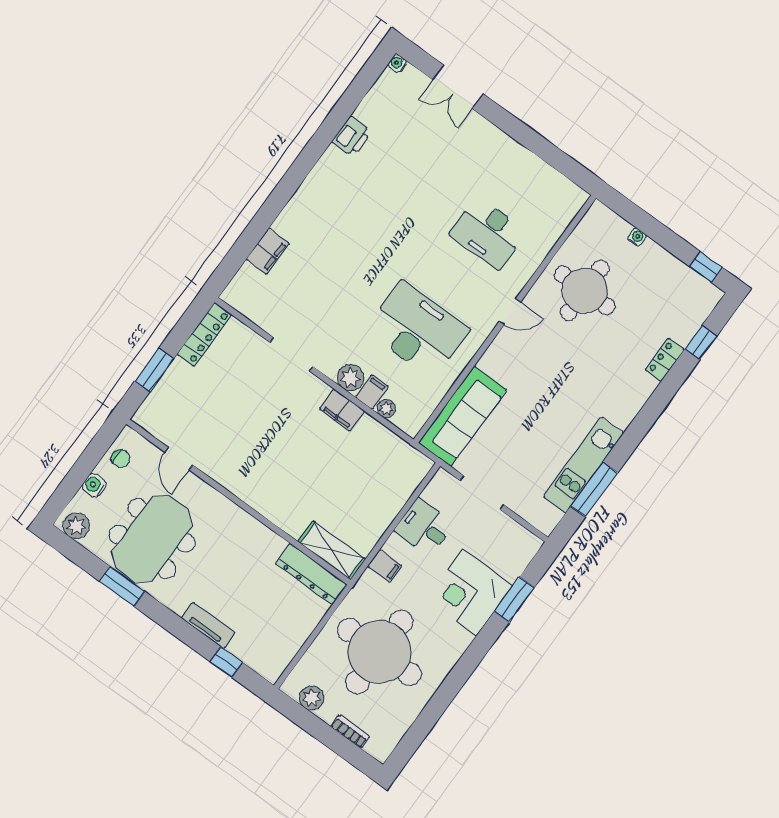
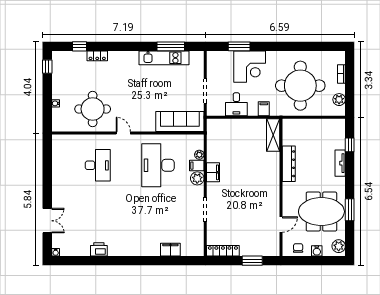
dresser: (311, 574) -> (289, 164), moved

